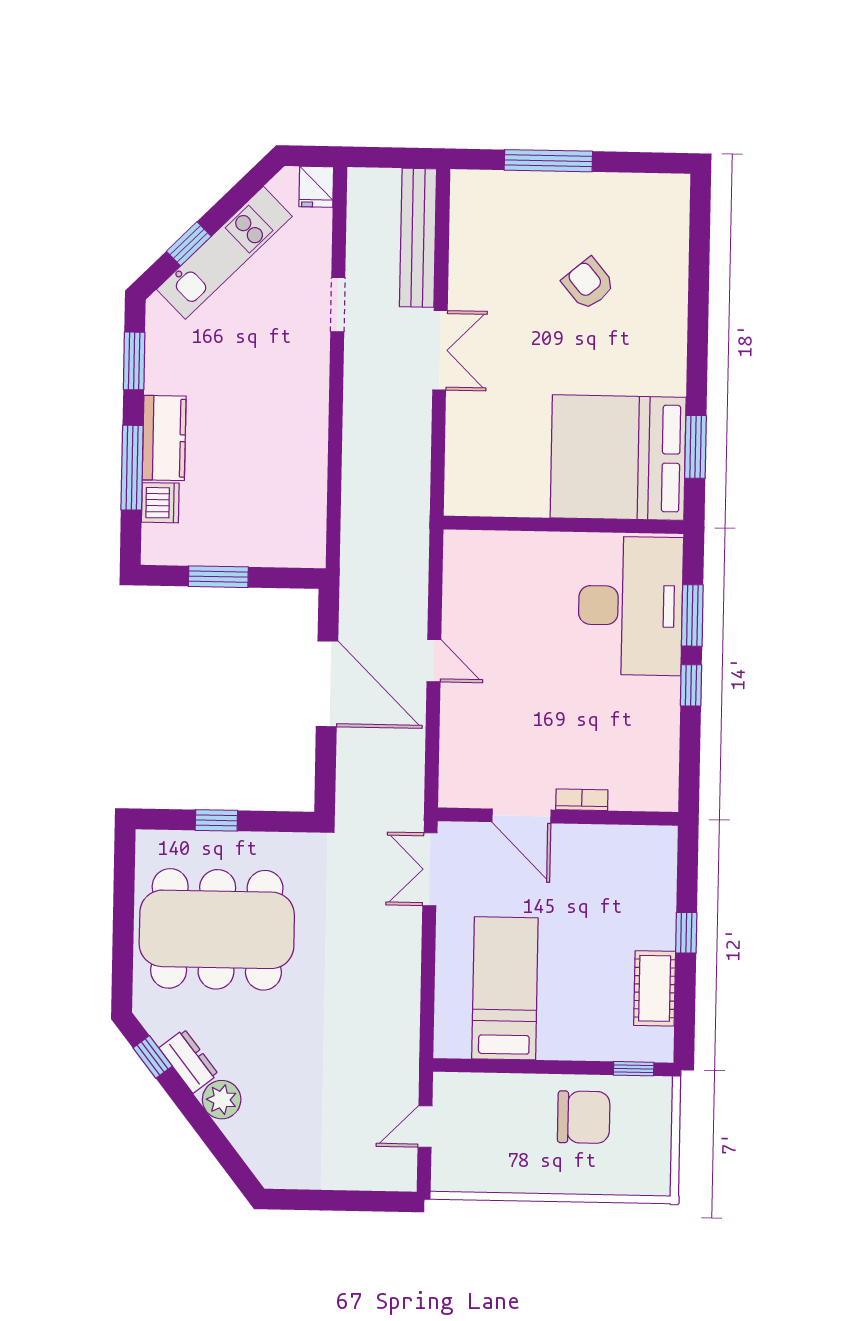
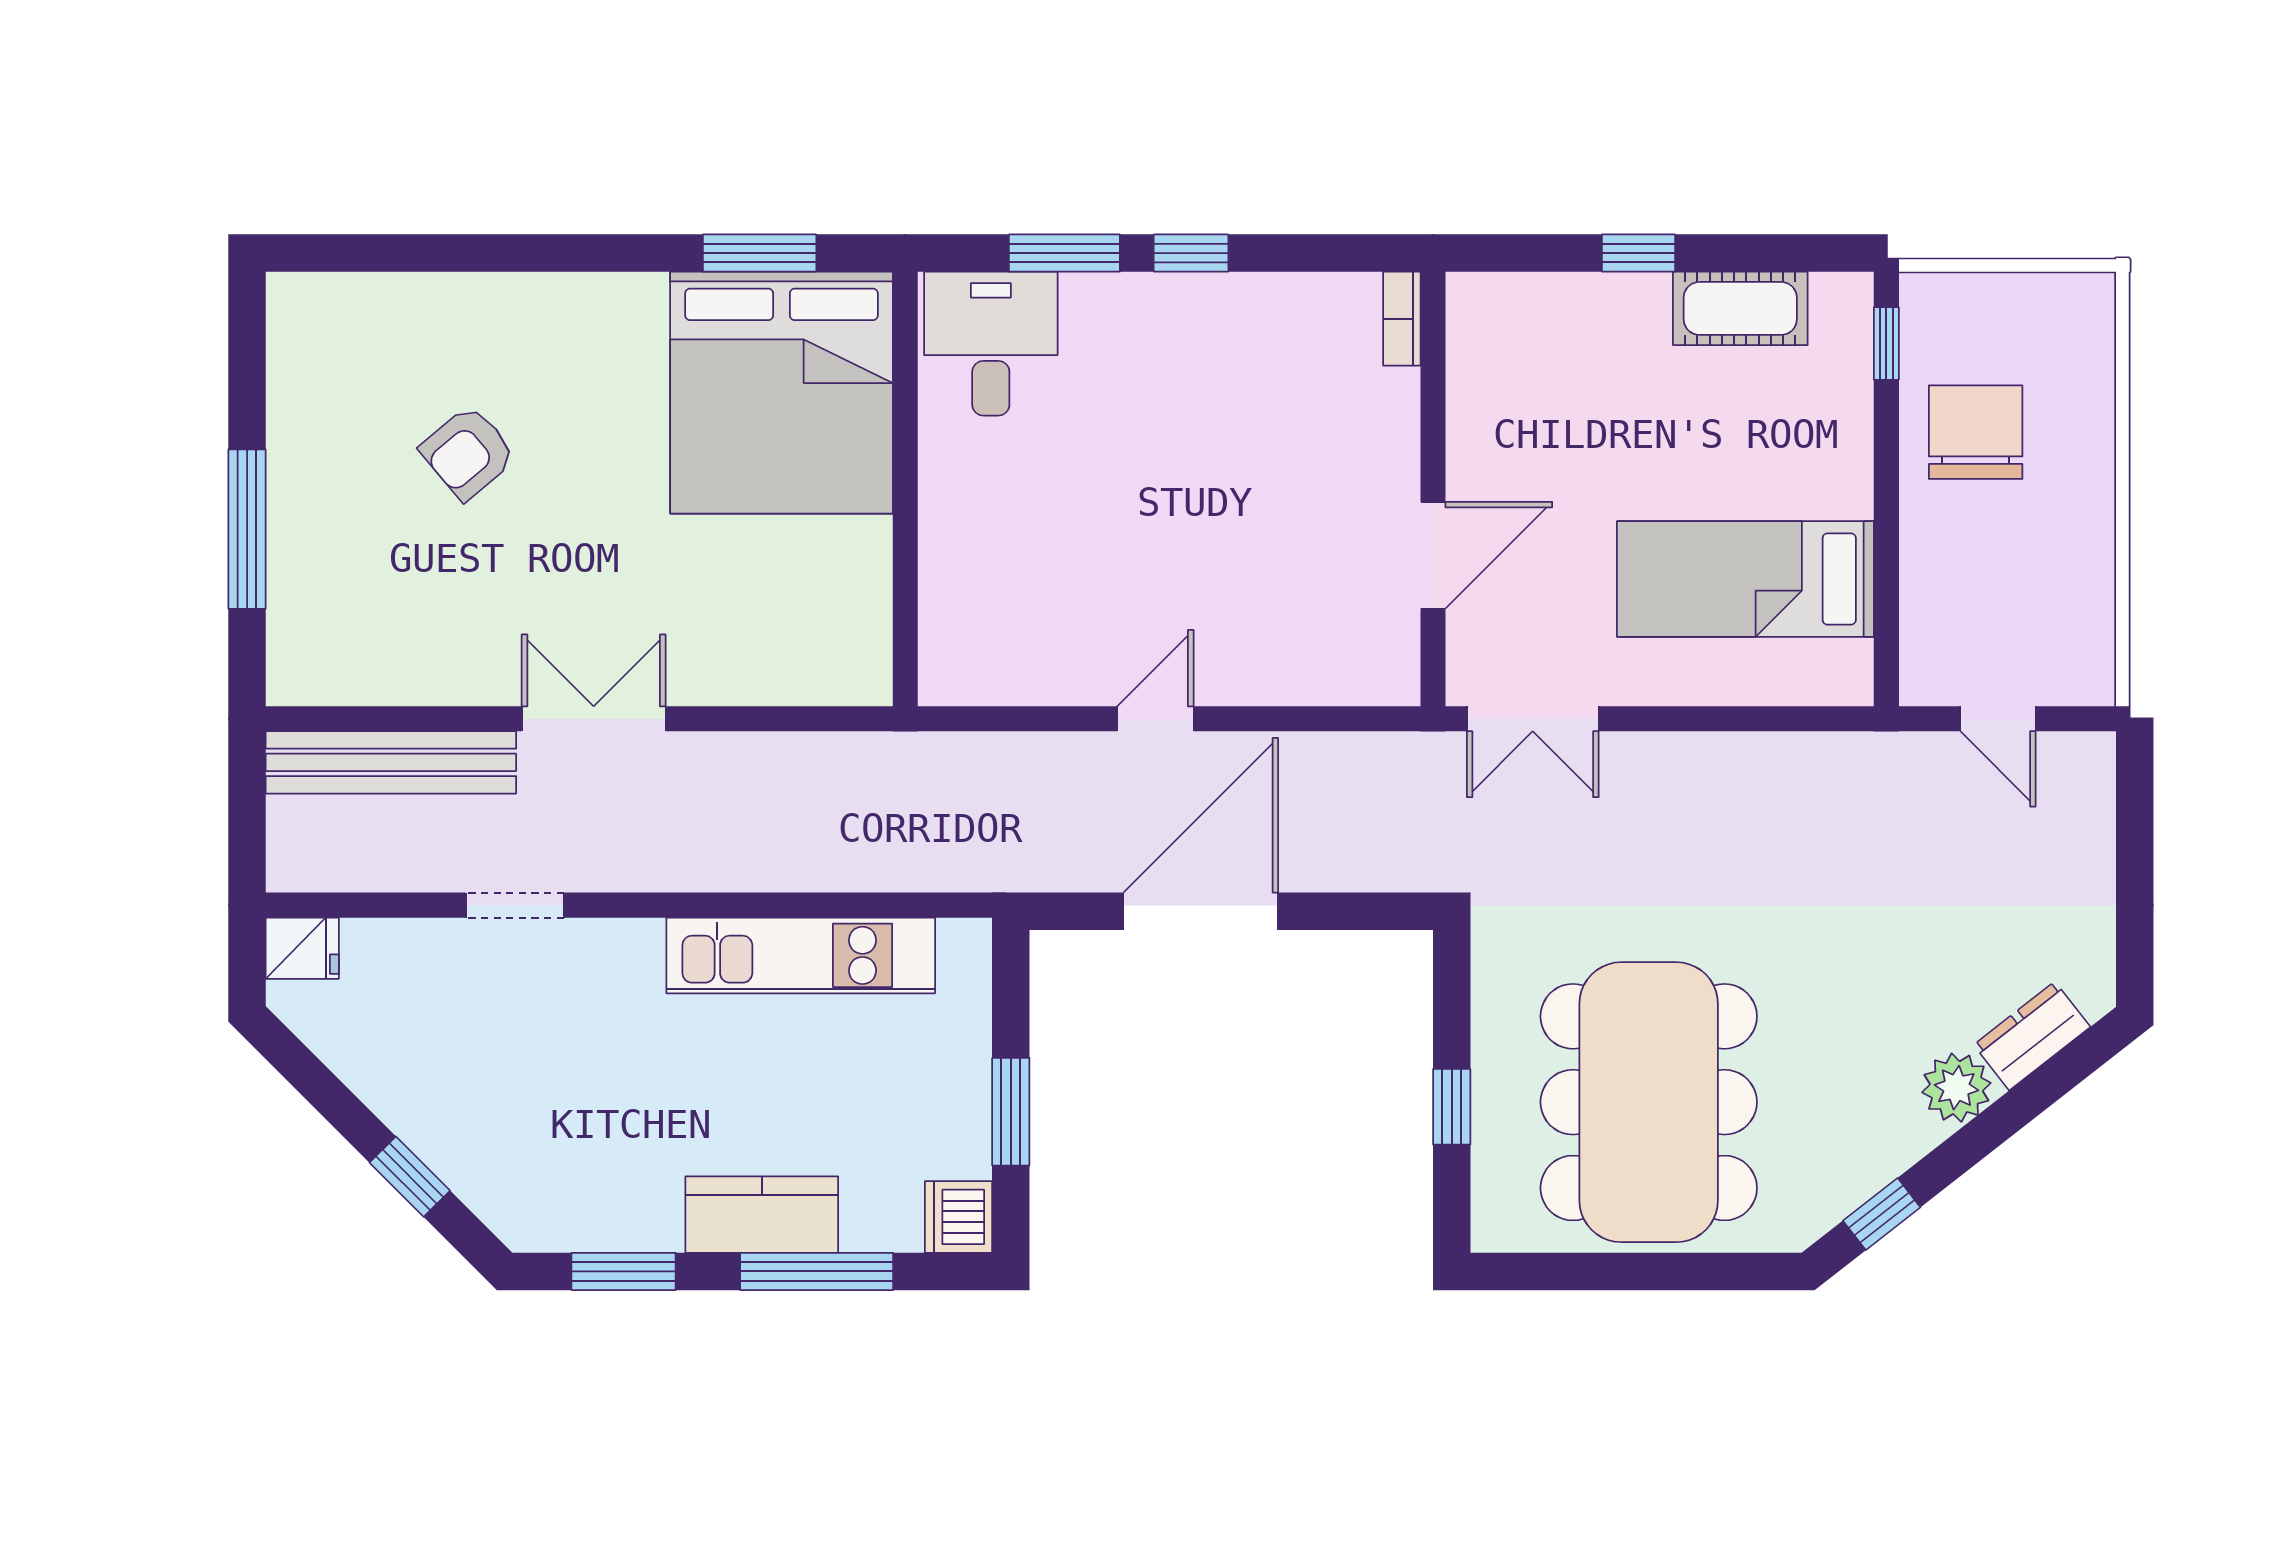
kitchen unit: (224, 253) -> (801, 955), moved, turned 135
dishwasher: (160, 503) -> (959, 1217), moved, turned -90
desk: (630, 606) -> (991, 344), width x0.53, depth x0.77
bookcase: (582, 800) -> (1402, 319), moved
dresser: (189, 1061) -> (2032, 1036), moved

